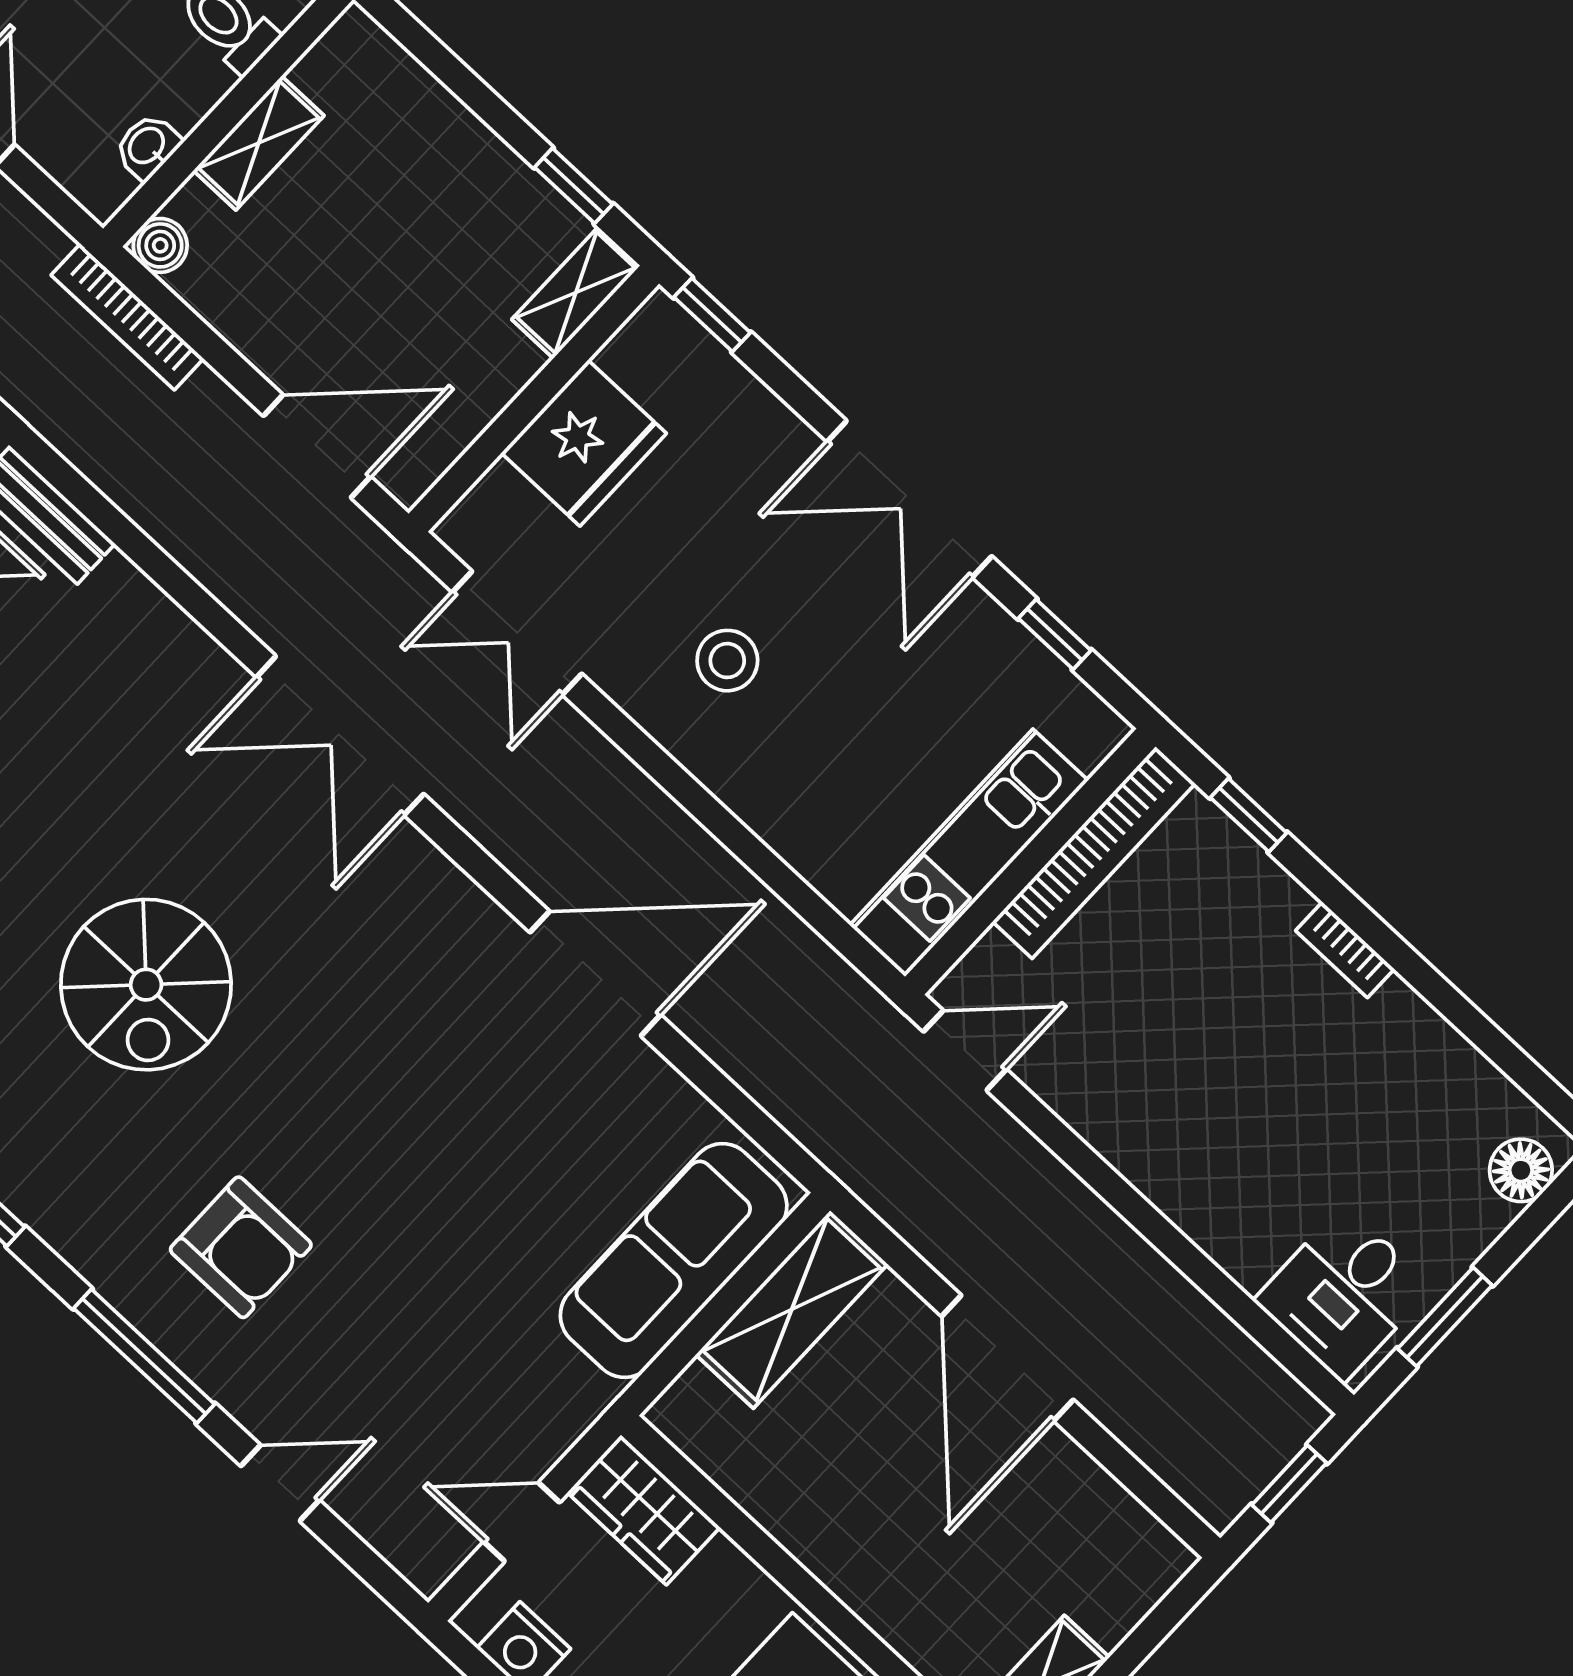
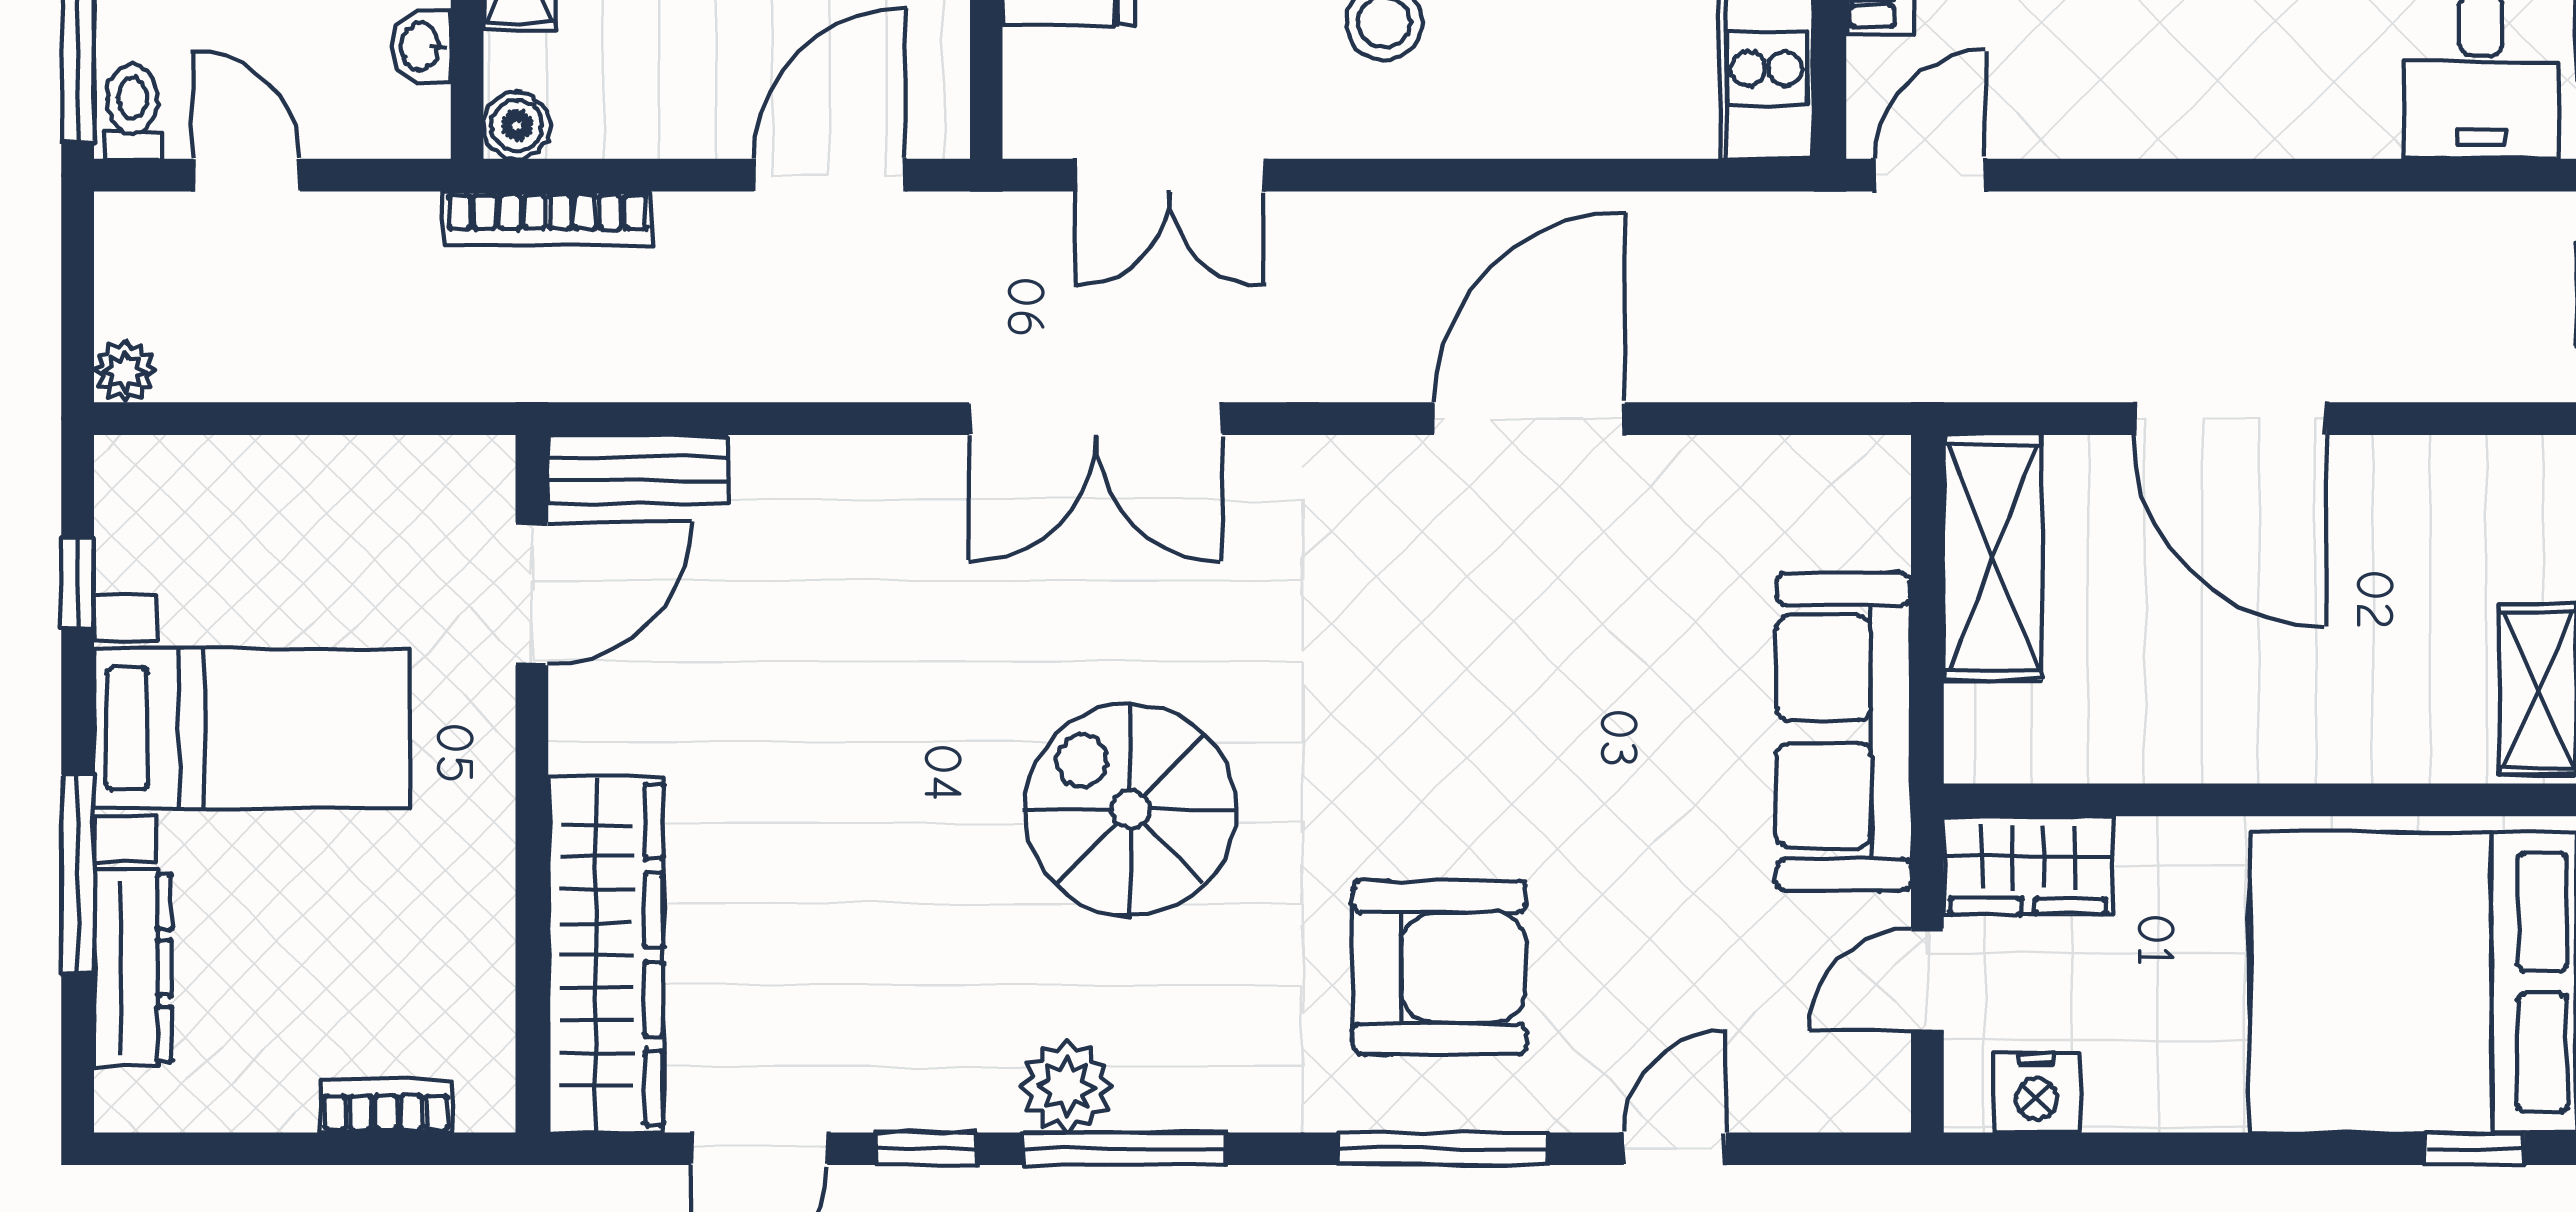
spiral stairs: (146, 985) -> (1130, 809), turned 180
armchair: (241, 1247) -> (1439, 968), width x1.36, depth x1.36
sofa: (674, 1260) -> (1844, 732), moved

